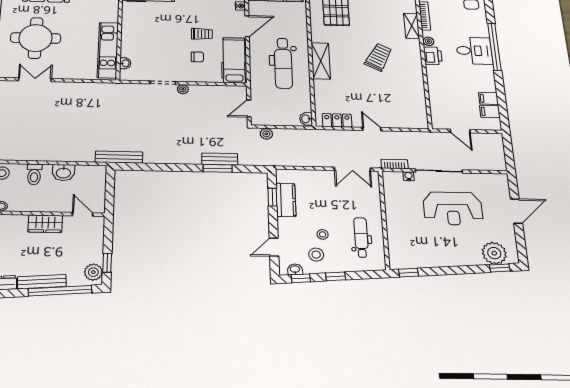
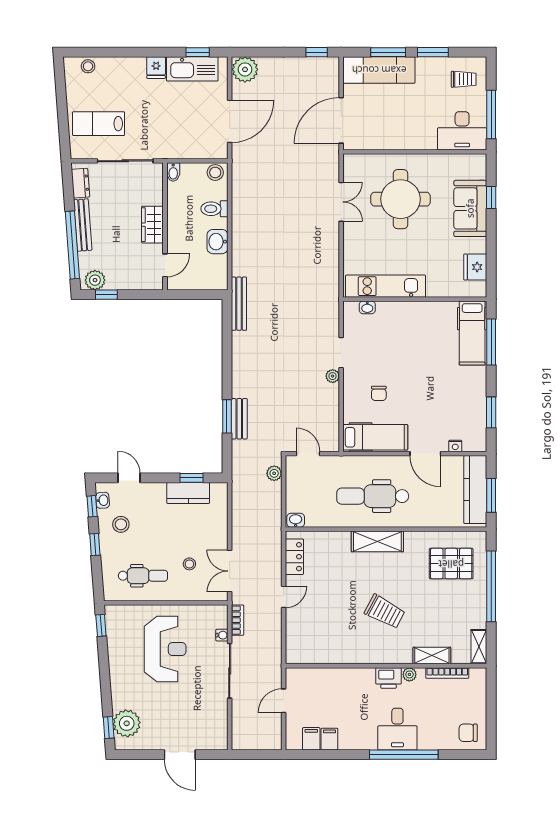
trolley: (202, 34) -> (412, 399), removed
reception desk: (453, 208) -> (165, 649), moved, turned 180
stool: (323, 234) -> (189, 564), moved

